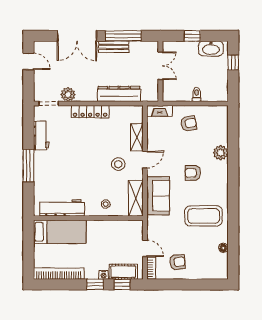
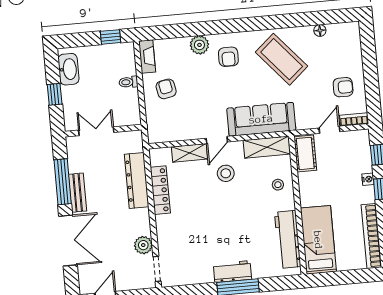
window: (233, 63) -> (111, 37), moved
fireplace: (160, 111) -> (147, 57), moved
locker: (90, 112) -> (160, 190), moved
workbench: (41, 136) -> (232, 271), moved
door: (145, 159) -> (217, 140), swing flipped
armchair: (193, 173) -> (228, 57), moved
sofa: (158, 196) -> (261, 119), width x1.36
coffee table: (204, 216) -> (282, 59), turned -41
armchair: (177, 262) -> (343, 87), turned 96
cot: (123, 272) -> (305, 153), moved

